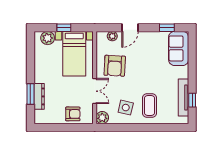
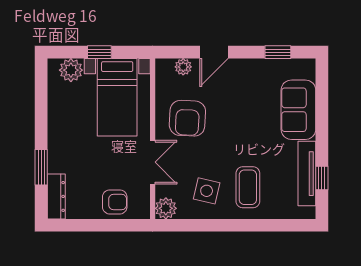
sofa: (179, 48) -> (298, 110), moved
dresser: (39, 96) -> (56, 196), moved

